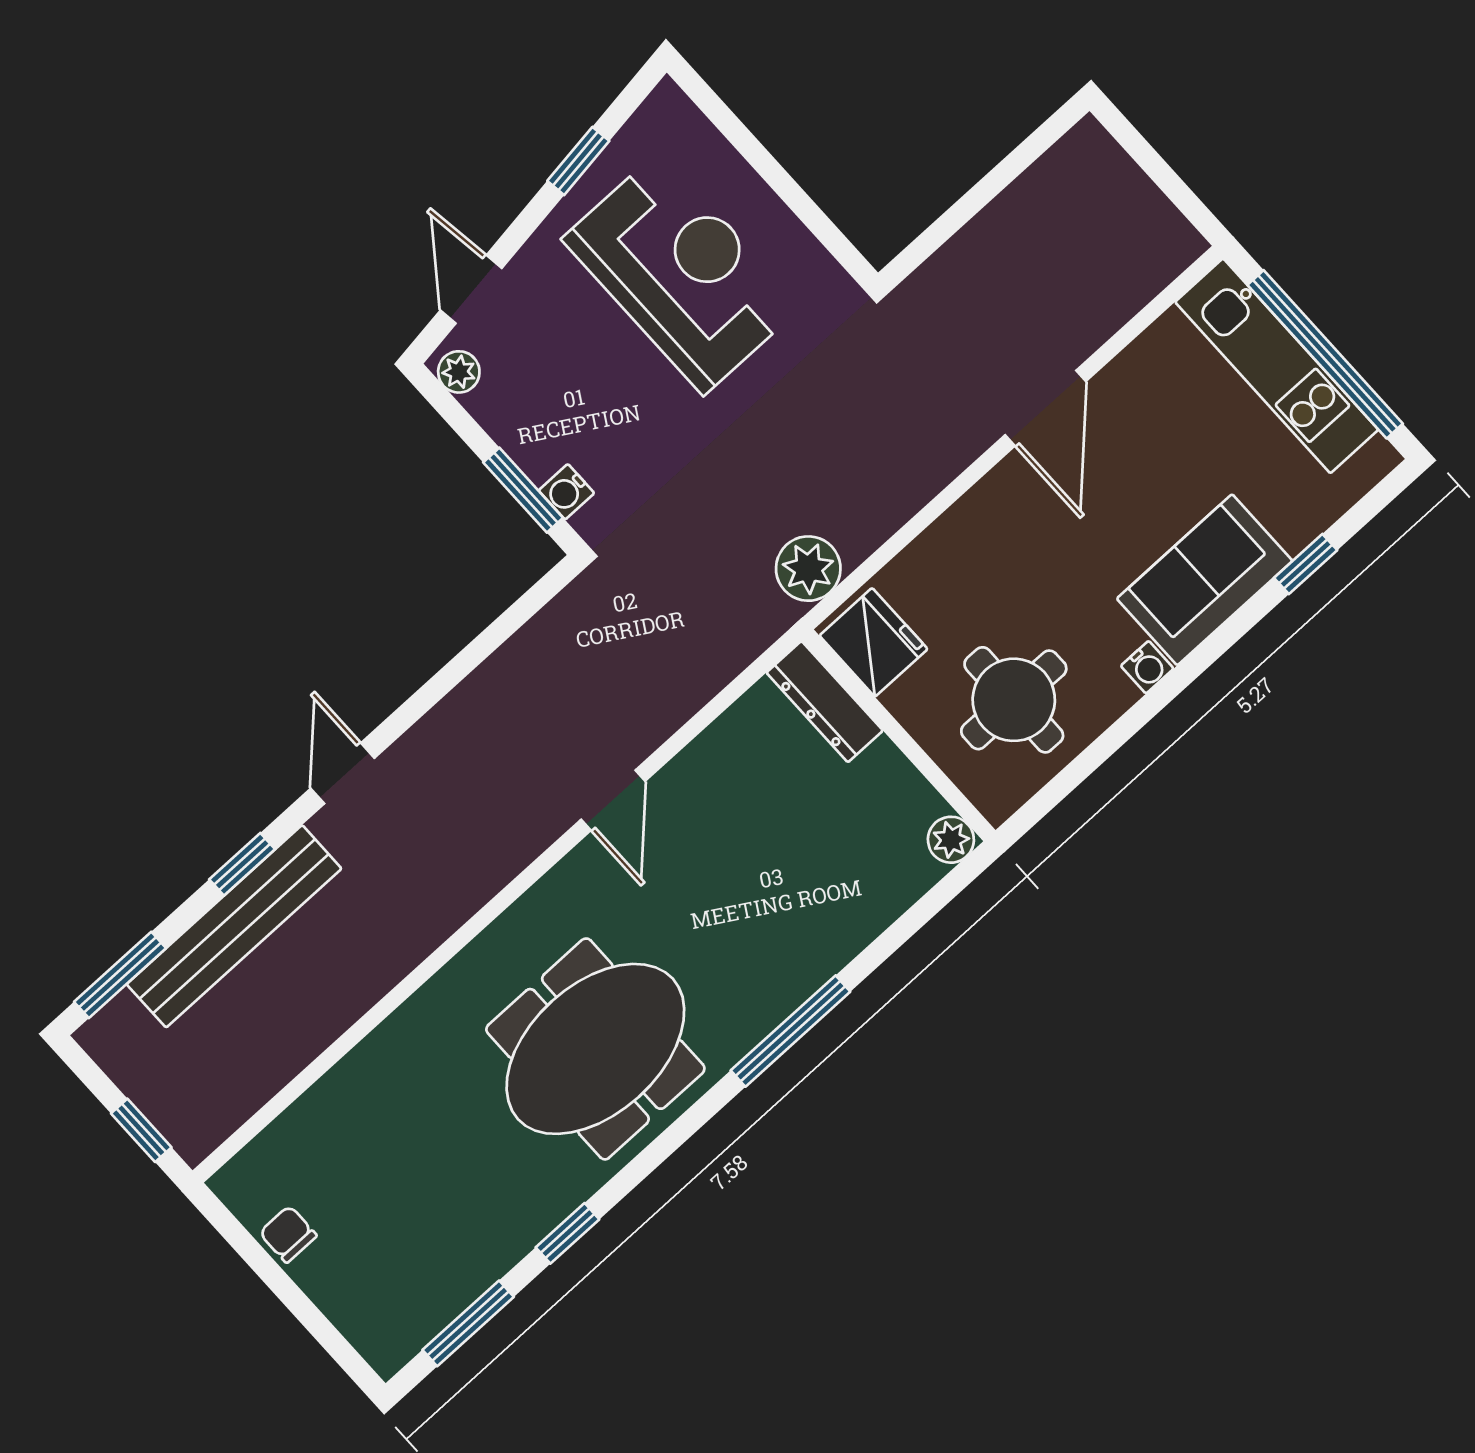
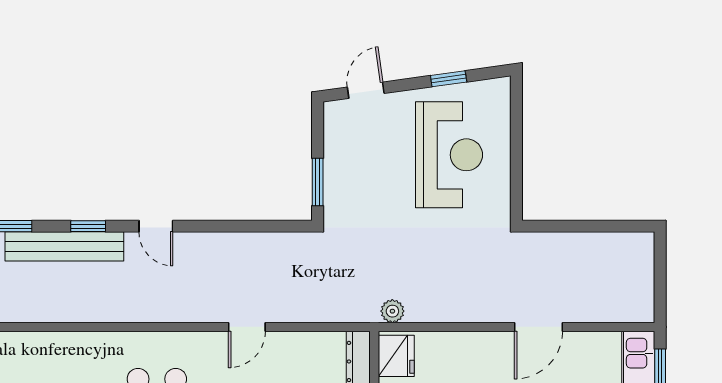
plant: (459, 372) -> (333, 117), removed
water cooler: (566, 492) -> (333, 197), removed
plant: (808, 569) -> (392, 311), width x0.73, depth x0.73
door: (343, 773) -> (156, 226), swing flipped

